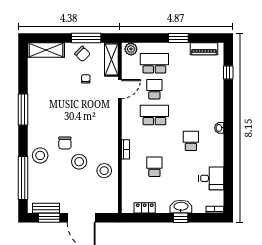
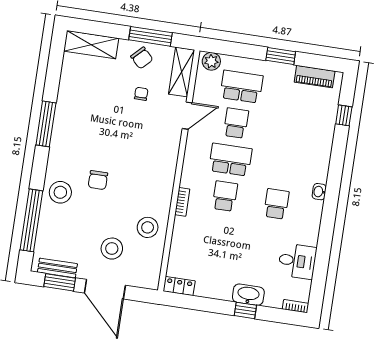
stool: (79, 162) -> (112, 249), moved
school desk: (154, 167) -> (225, 196), moved
locker: (145, 208) -> (179, 286), moved

